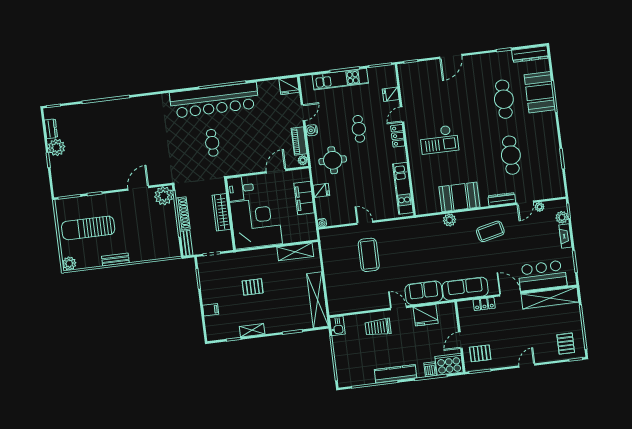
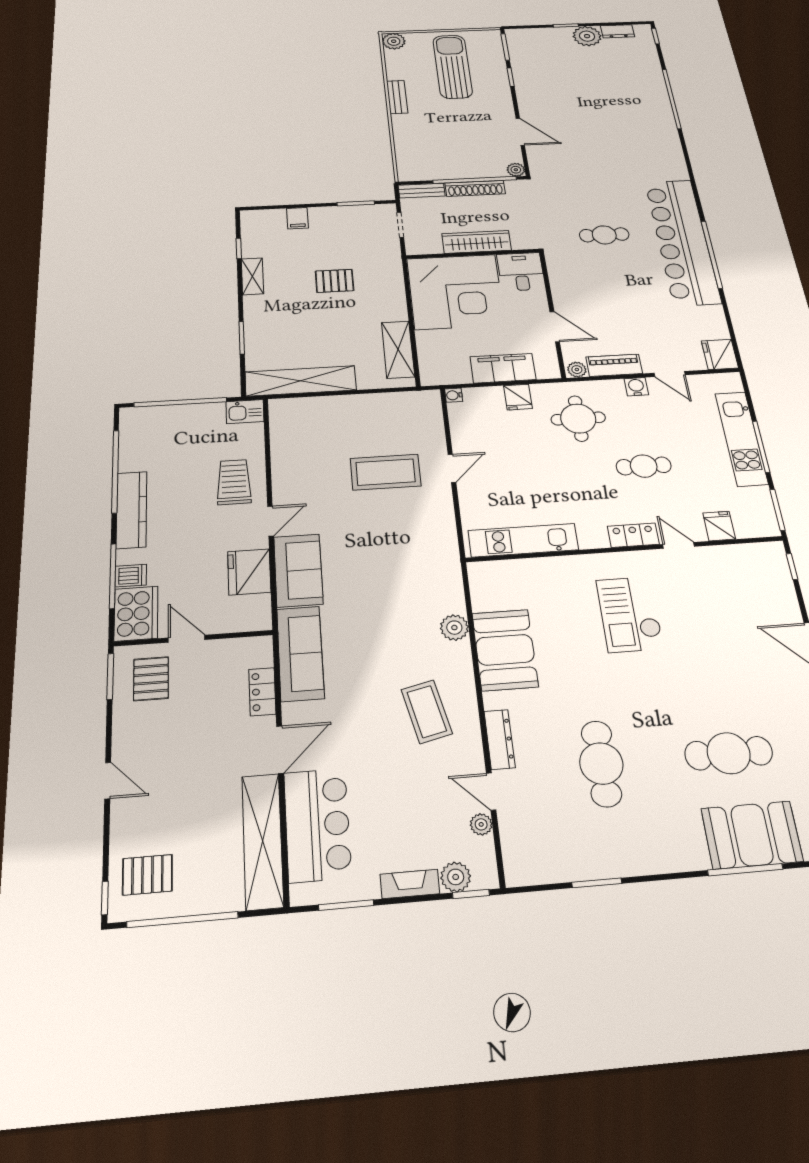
cafe table: (511, 155) -> (601, 764), turned 90
plant: (164, 196) -> (516, 170), width x0.53, depth x0.53
pallet: (253, 287) -> (335, 281), turned 90

